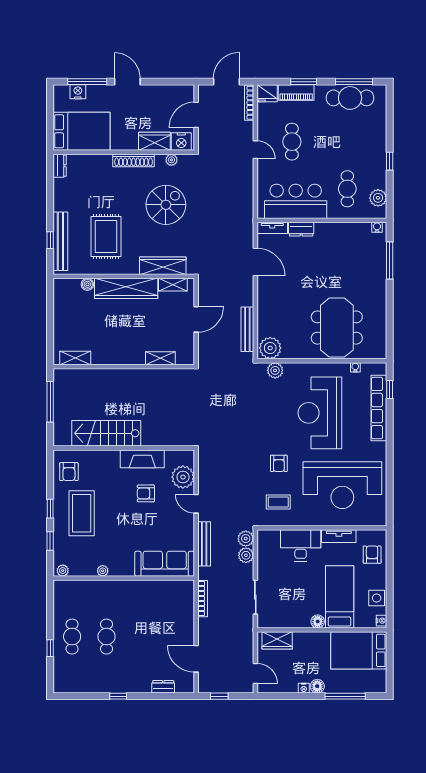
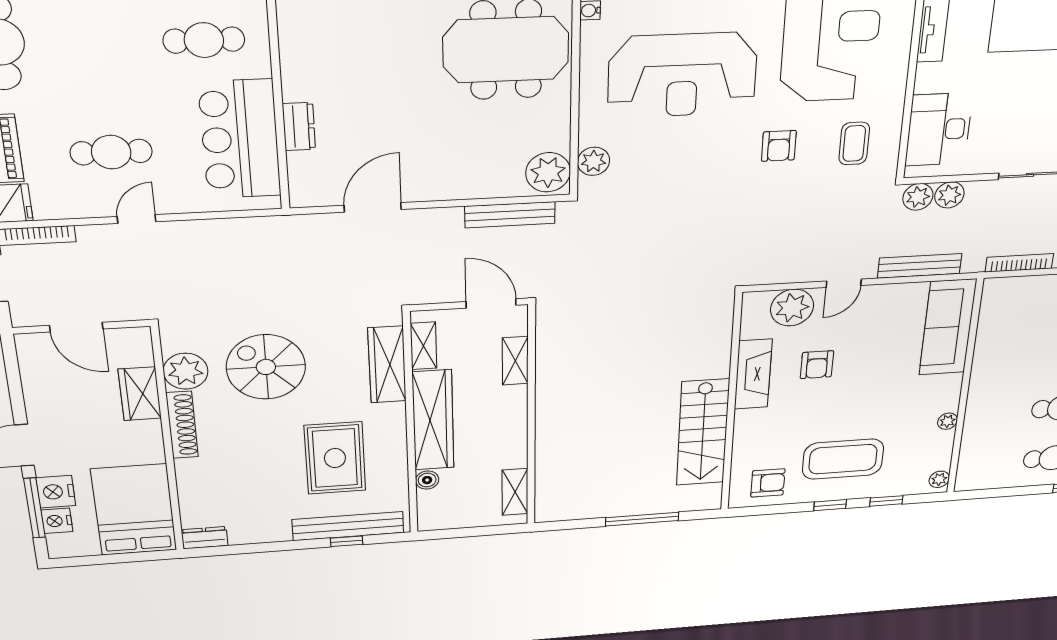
nightstand: (181, 142) -> (56, 492), moved, turned 180
plant: (171, 160) -> (186, 371), width x1.88, depth x1.88
tv unit: (272, 228) -> (300, 180), removed
rug: (106, 237) -> (335, 458), turned 90
shelving: (75, 358) -> (515, 492), moved
shelving: (160, 358) -> (515, 361), moved
wall: (124, 367) -> (531, 417), moved
armchair: (279, 463) -> (779, 146), turned 90
desk: (301, 545) -> (939, 129), moved

